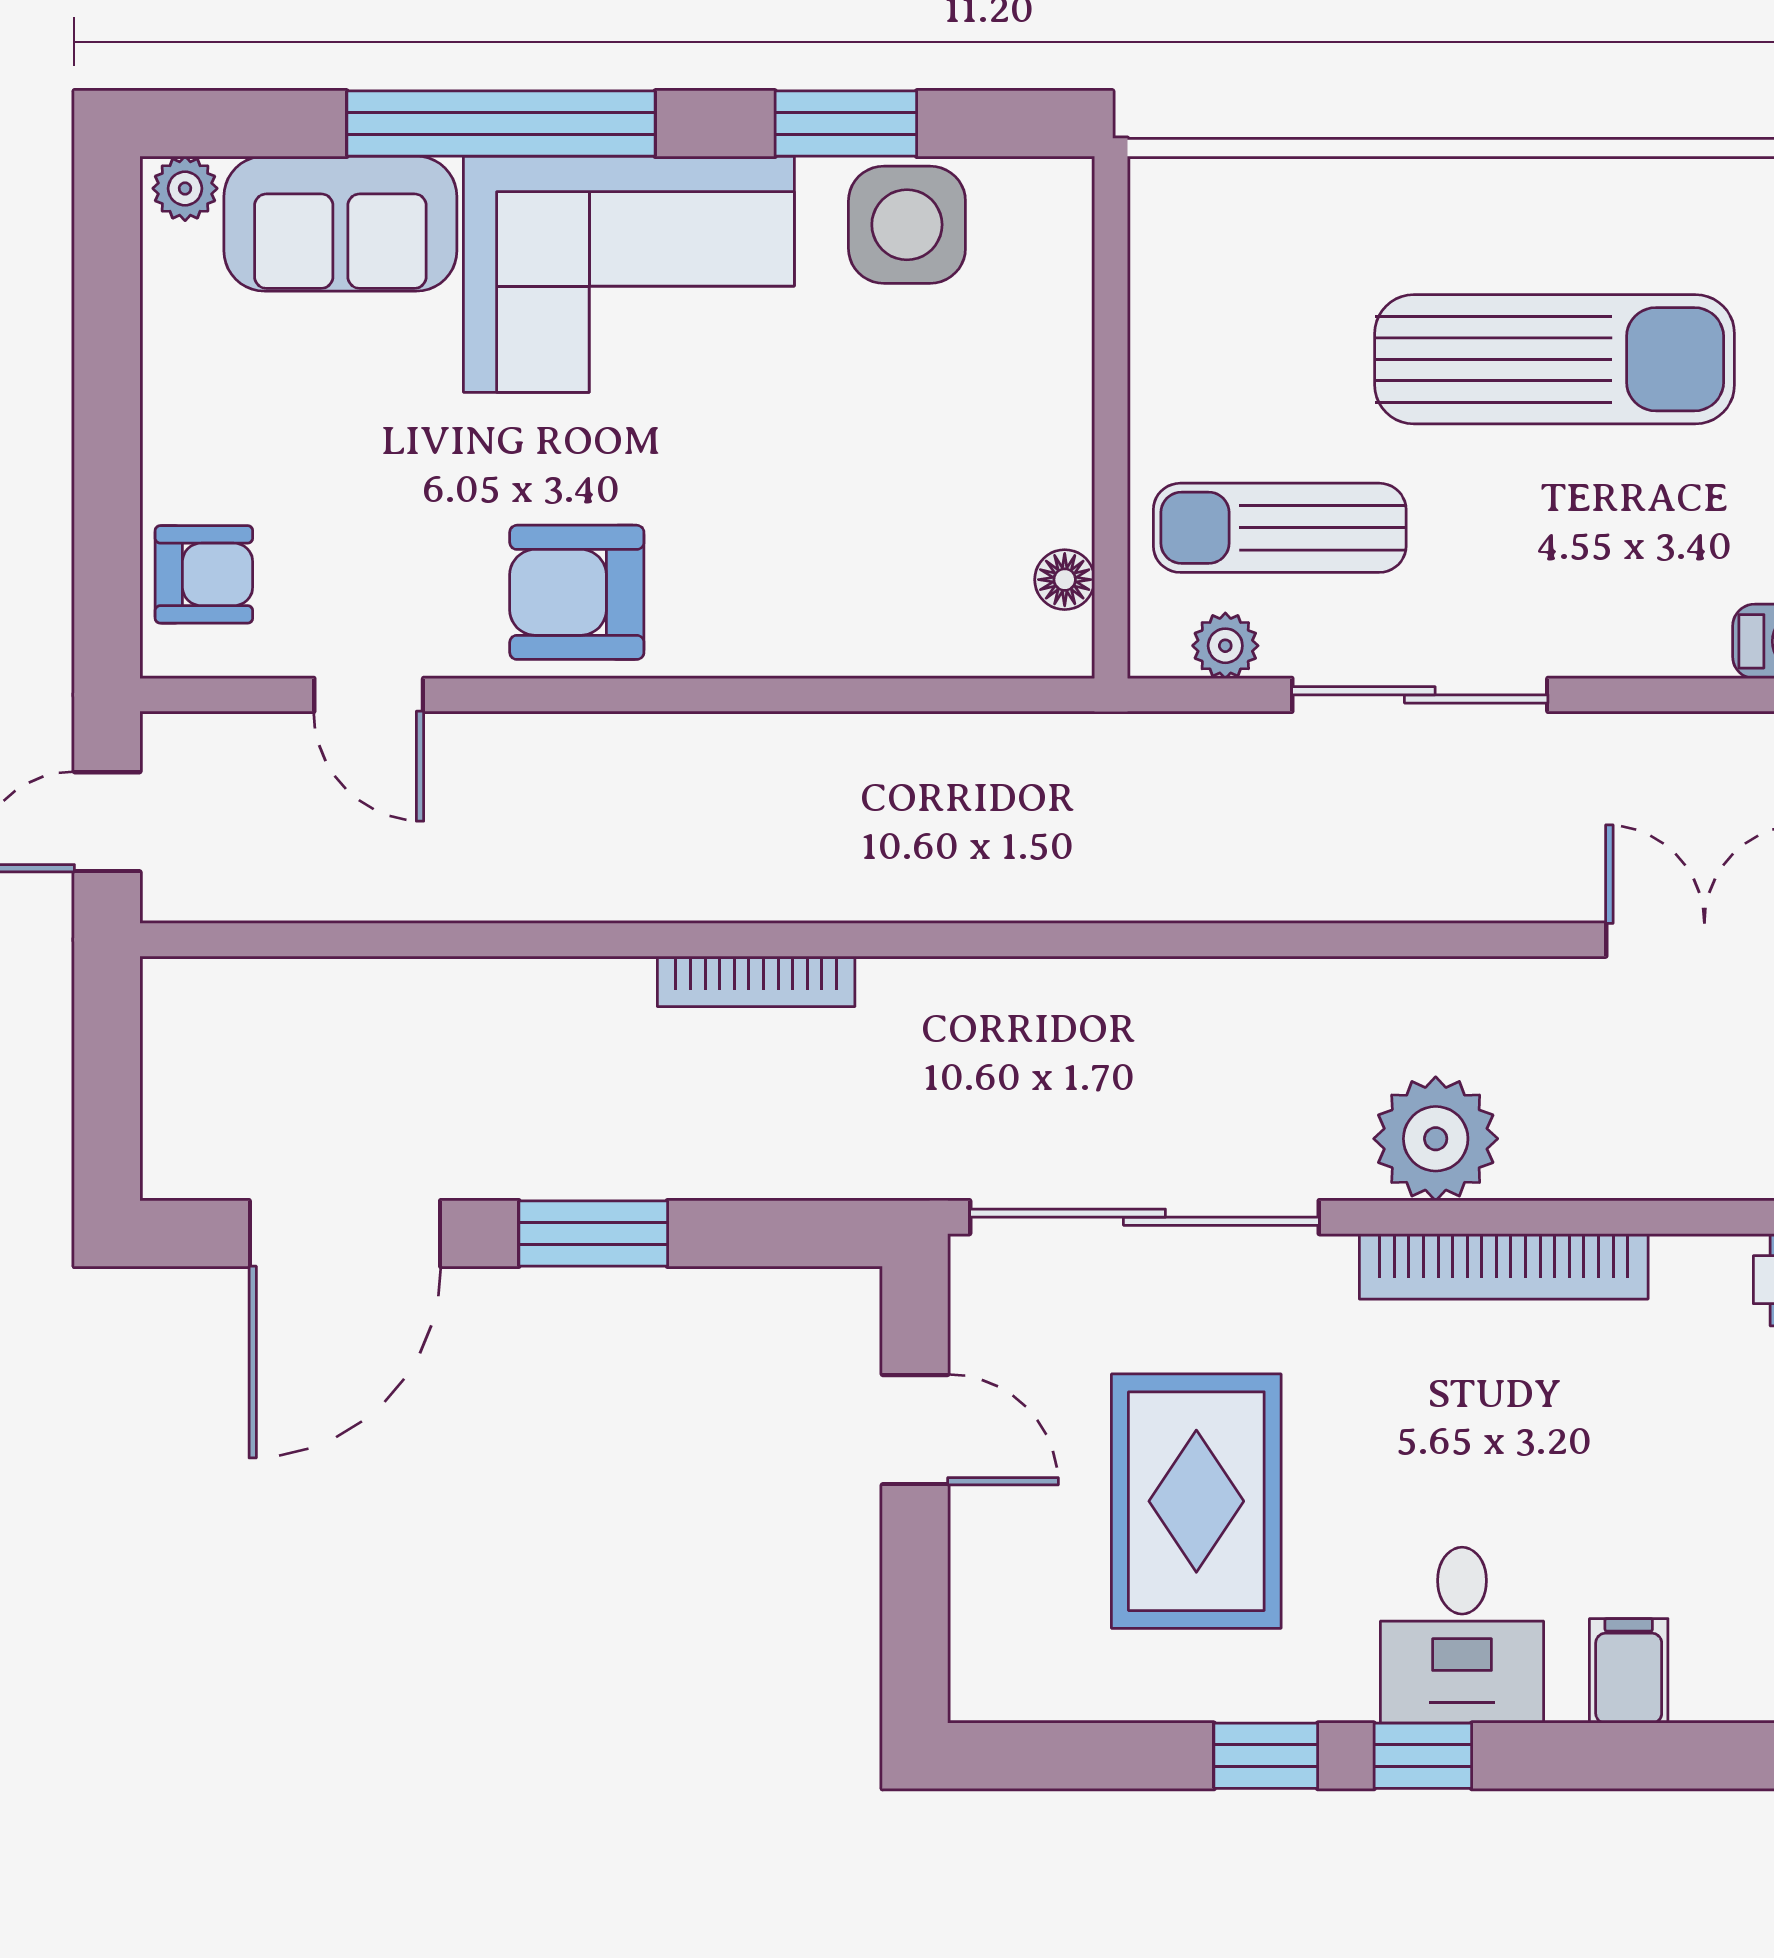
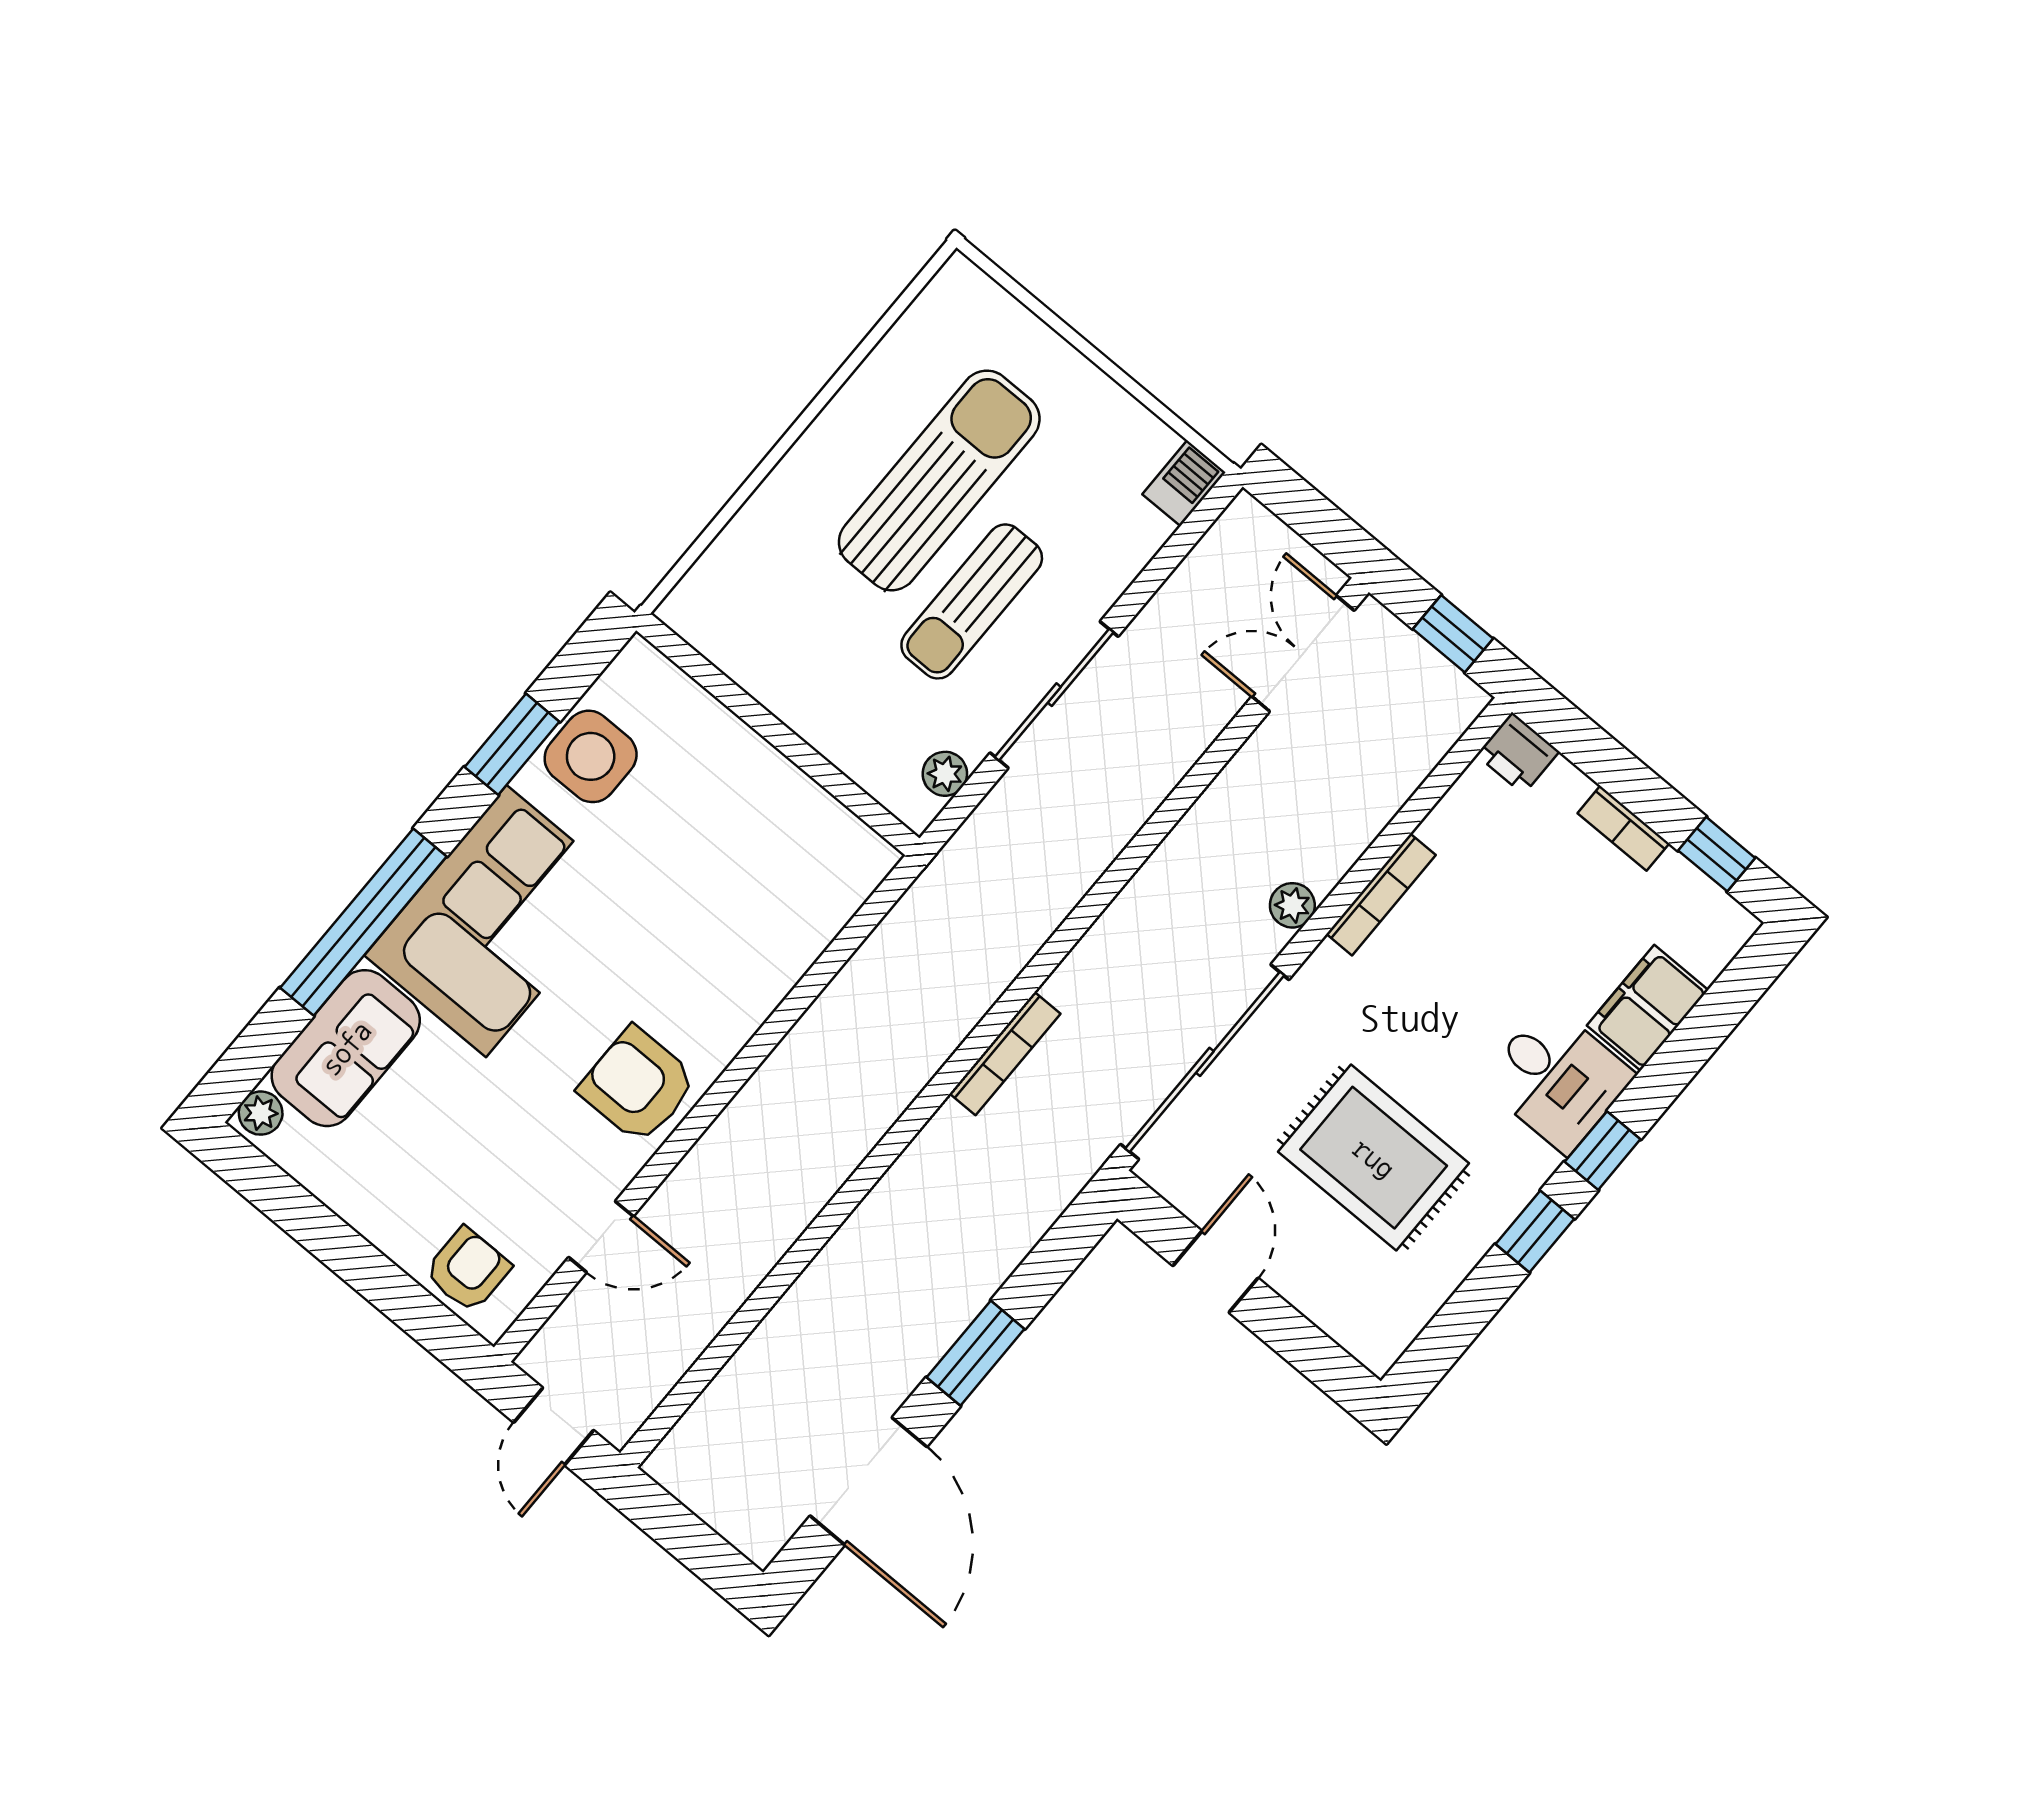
sun lounger: (1280, 528) -> (972, 601), moved
floor lamp: (1065, 580) -> (842, 828), removed
armchair: (577, 592) -> (638, 1085), turned 90
bookcase: (756, 981) -> (1005, 1054), moved
plant: (1436, 1139) -> (1292, 905), width x0.53, depth x0.53
bookcase: (1504, 1266) -> (1381, 894), width x0.68, depth x0.76
door: (915, 1430) -> (1215, 1272), hinge flipped
filing cabinet: (1629, 1671) -> (1648, 1008), width x2.00

